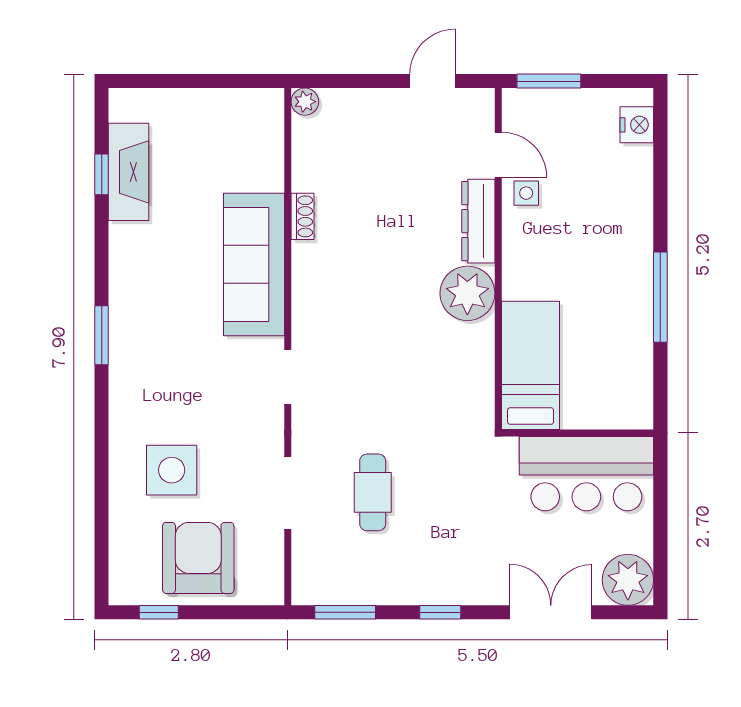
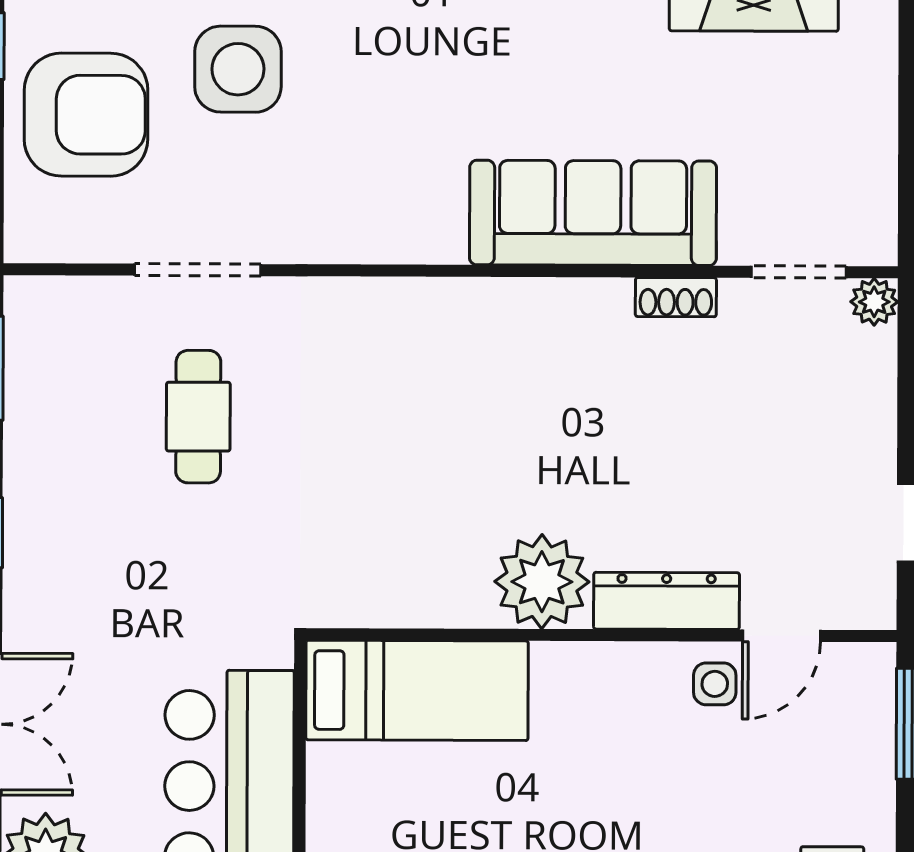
doorway: (288, 377) -> (799, 272), moved
cafe table: (373, 492) -> (198, 417), turned 90

